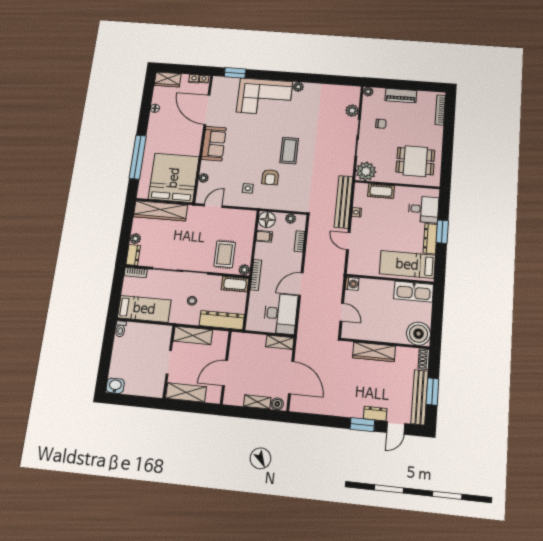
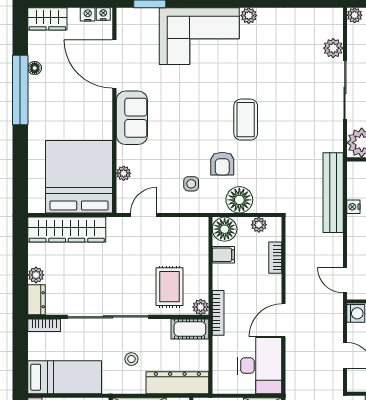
window: (138, 157) -> (20, 90), moved
floor lamp: (279, 201) -> (239, 200), added
door: (348, 241) -> (345, 280), moved

